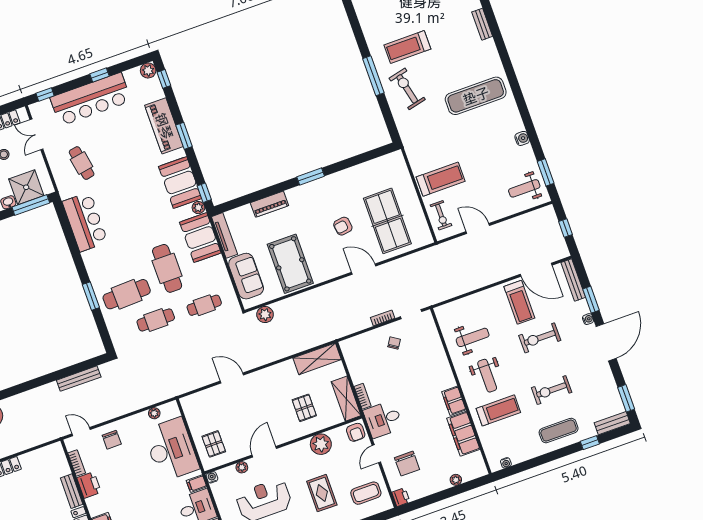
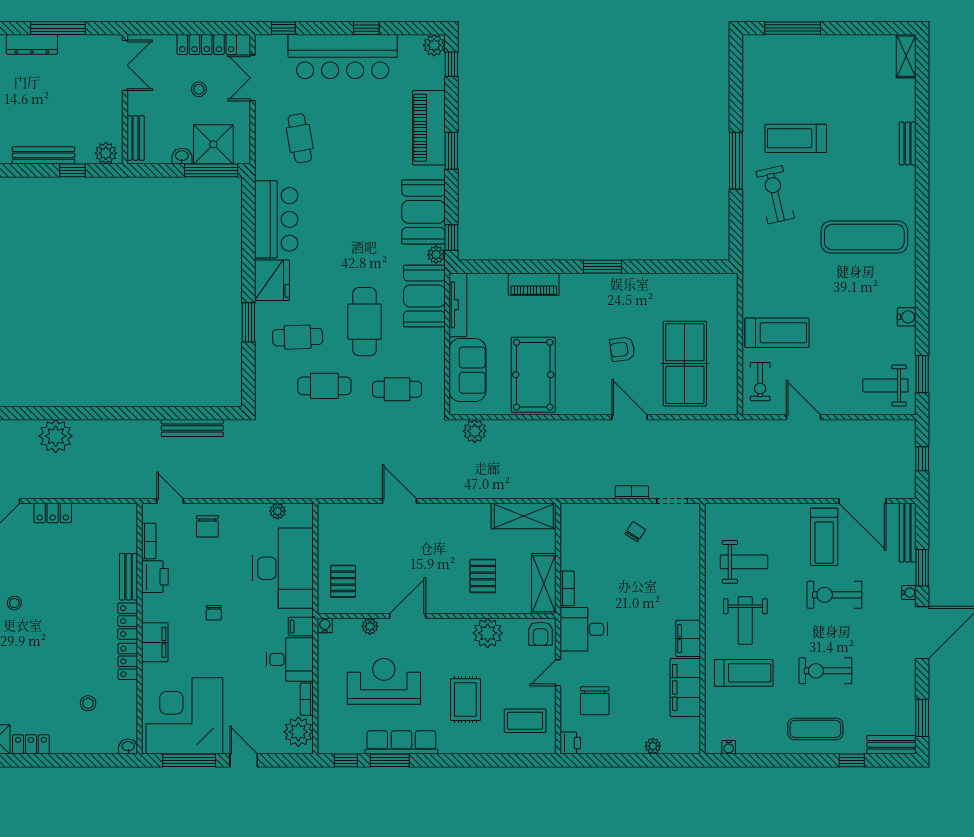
fridge: (97, 263) -> (272, 280), added
cafe table: (127, 294) -> (298, 337), width x0.73, depth x0.74
chair: (136, 495) -> (214, 613), added

